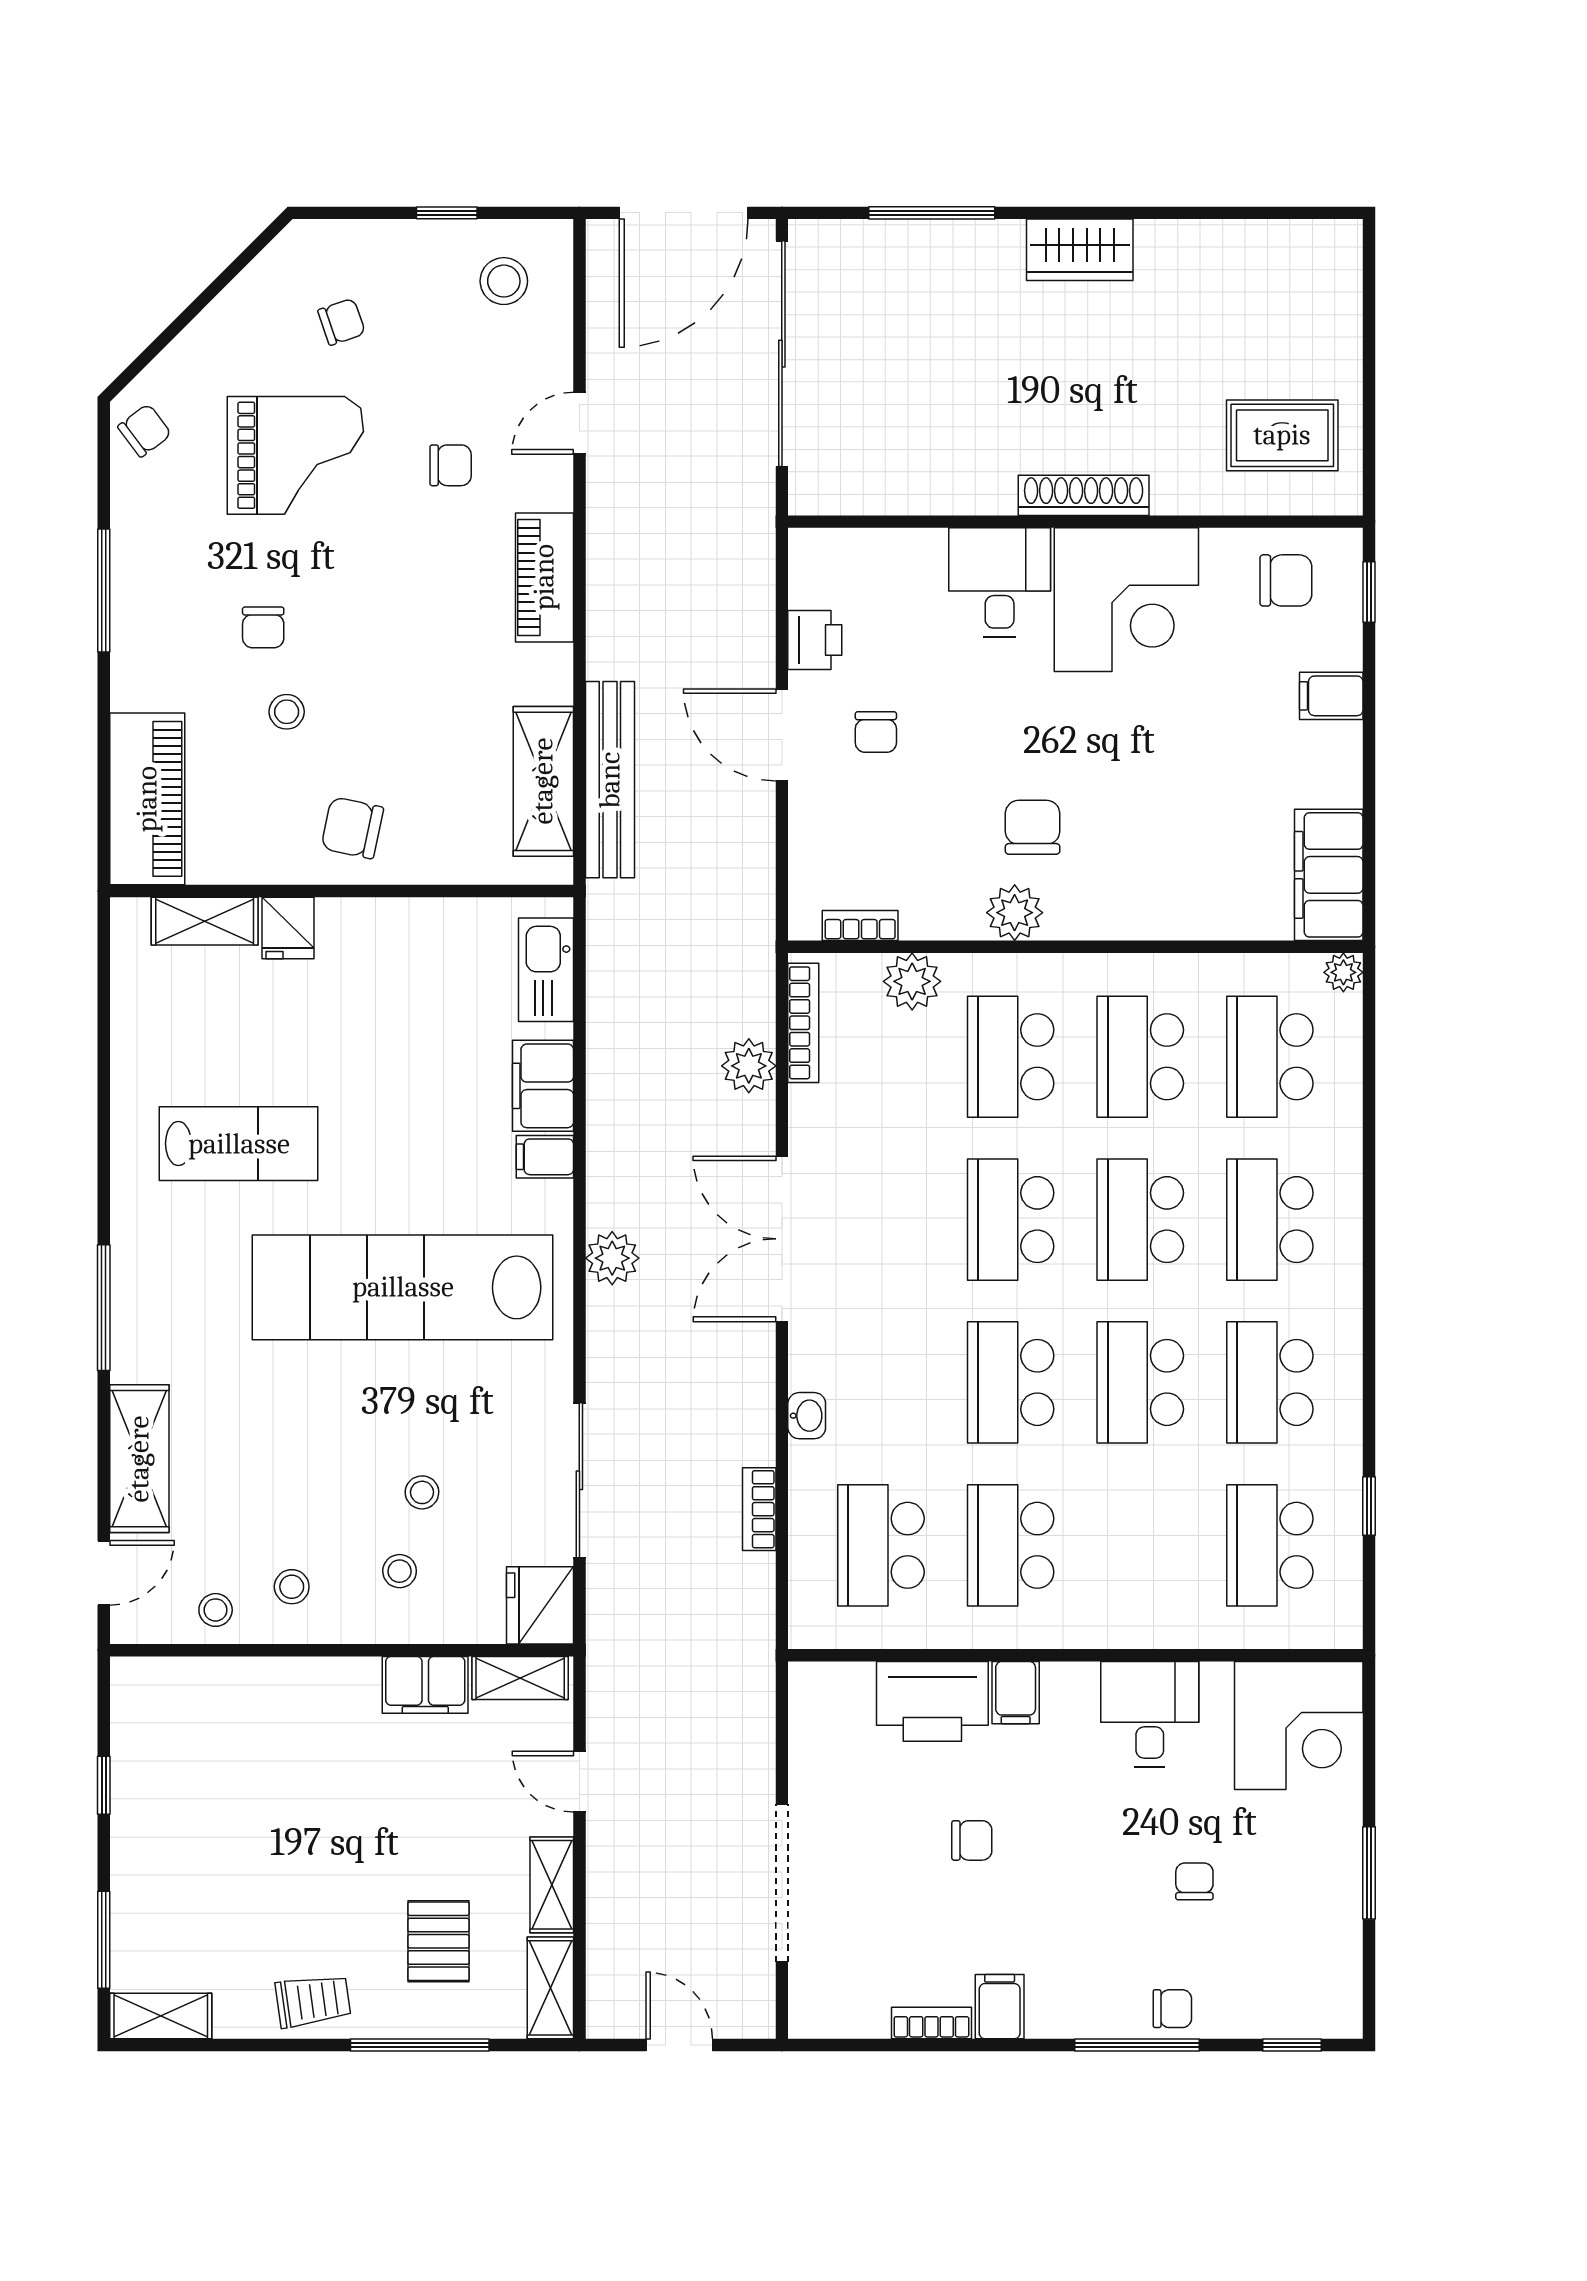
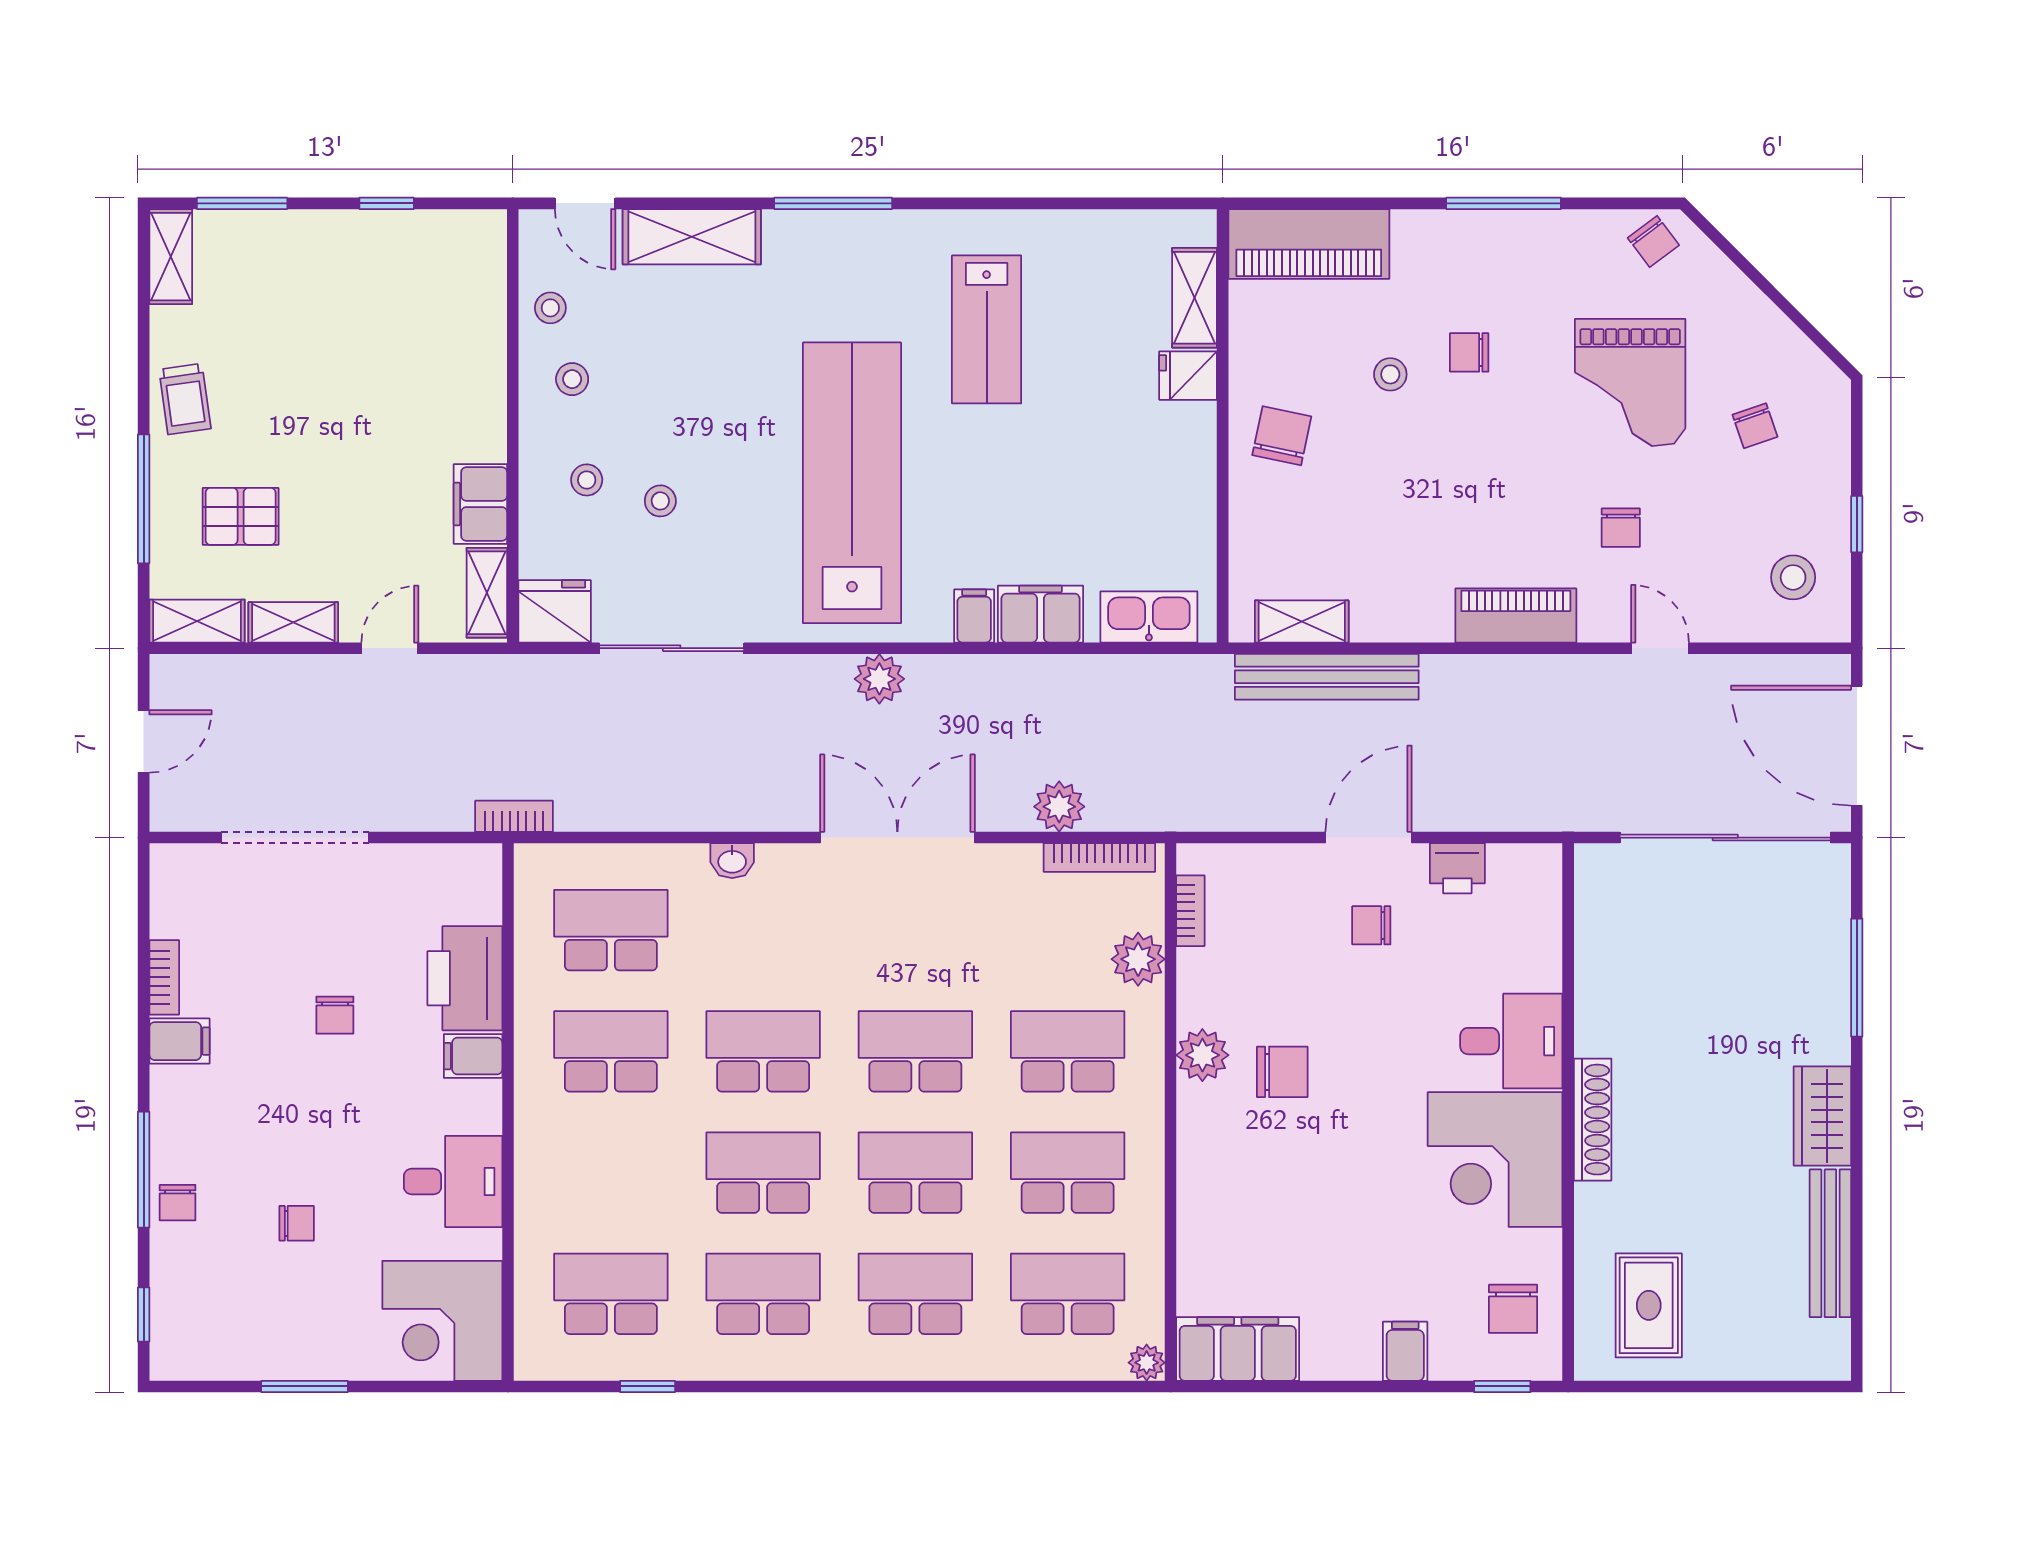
bench: (1216, 241) -> (1830, 1243), added
shelving: (543, 781) -> (1302, 621), width x0.67, depth x0.75
bookcase: (759, 1509) -> (514, 816), moved

